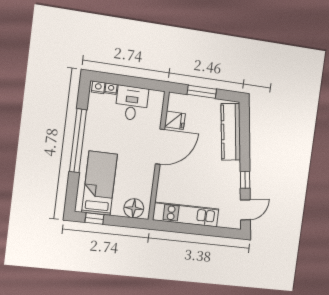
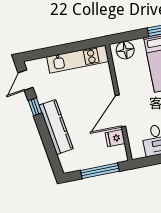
window: (202, 92) -> (100, 171), width x1.44
kitchen counter: (231, 132) -> (56, 127), moved

